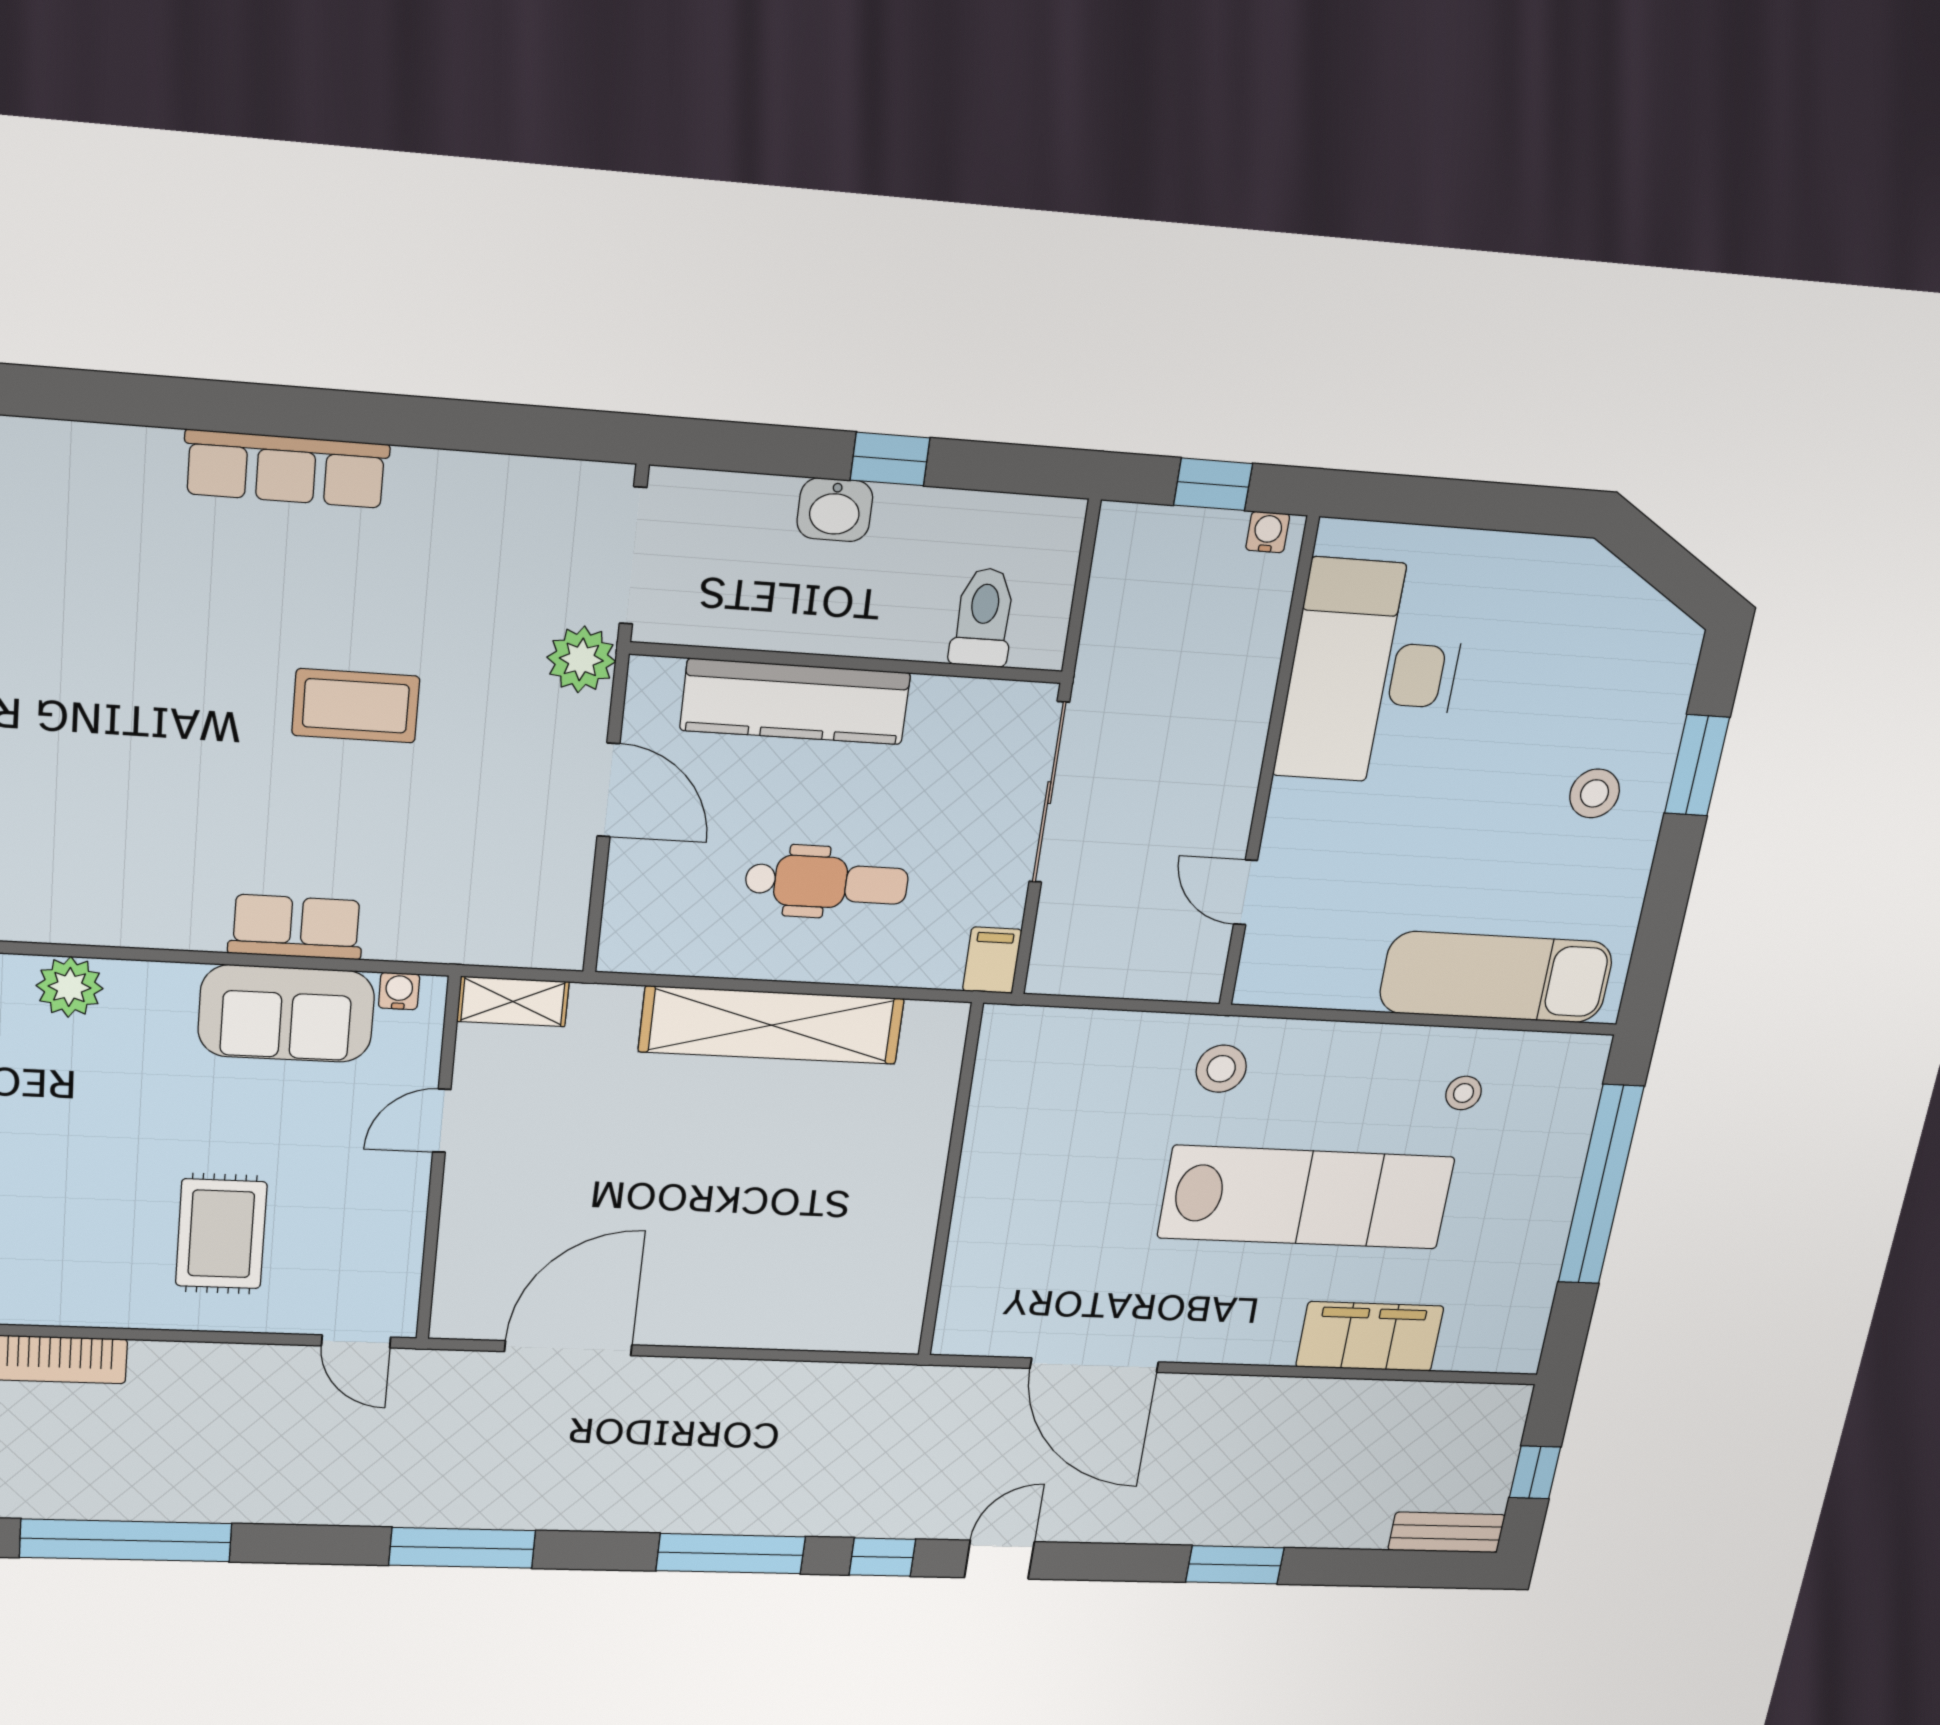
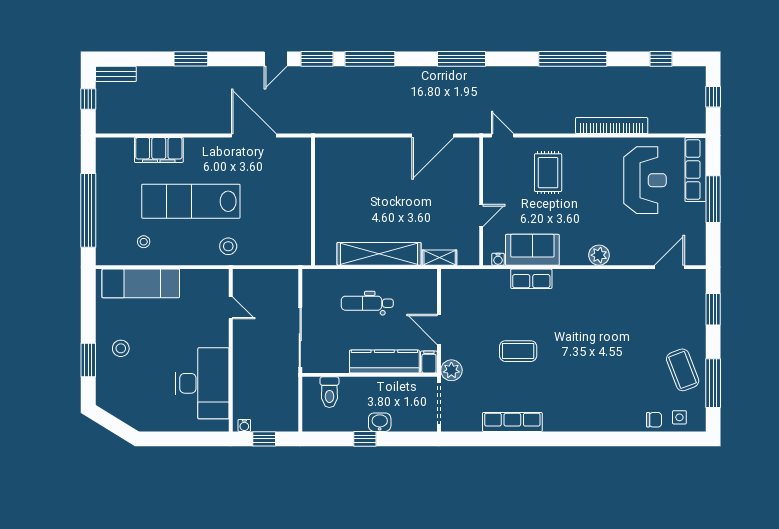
row of seats: (286, 469) -> (512, 422), moved
filing cabinet: (992, 960) -> (429, 362), moved, turned 180
shelving: (513, 1002) -> (440, 258), moved
window: (882, 1557) -> (317, 59), width x1.50

